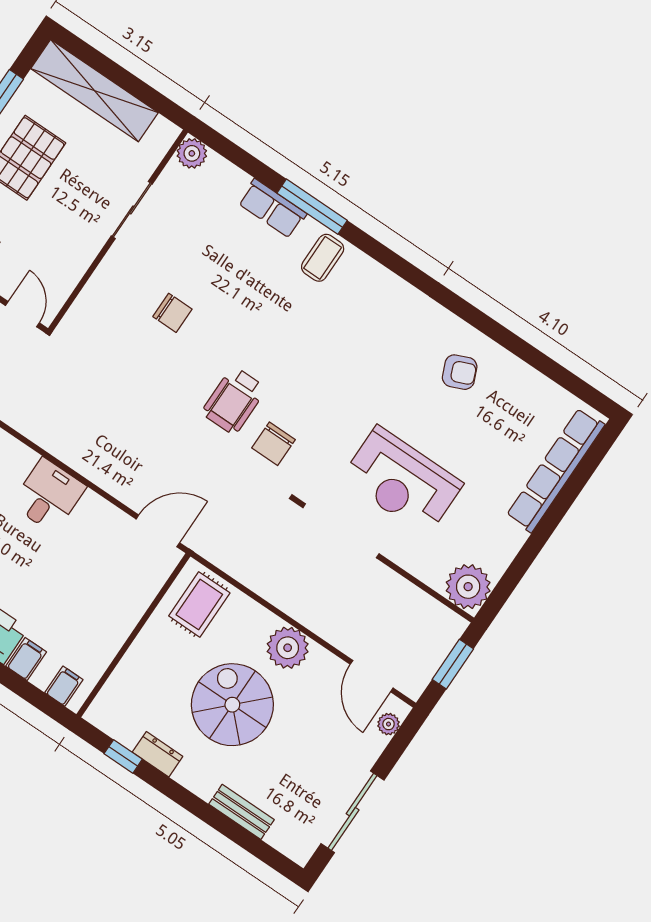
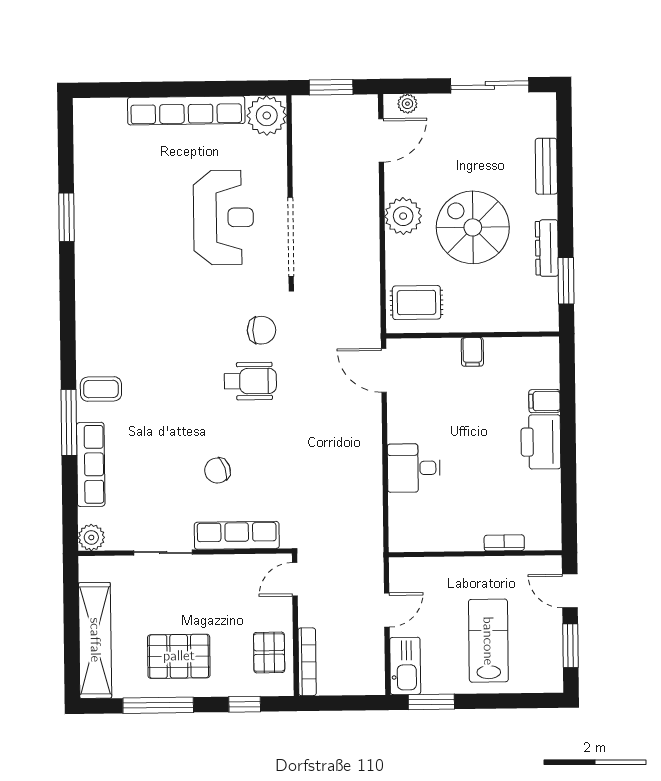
row of seats: (272, 208) -> (91, 464), width x1.48
row of seats: (100, 289) -> (237, 535), added
chair: (172, 313) -> (217, 470), turned -109
window: (503, 336) -> (66, 217), added
armchair: (460, 372) -> (115, 231), removed
row of seats: (555, 470) -> (186, 110), moved
filing cabinet: (64, 686) -> (472, 352), moved, turned -90
spiral stairs: (232, 705) -> (473, 227), turned 90
dresser: (158, 754) -> (547, 248), width x1.44
window: (123, 756) -> (566, 281), width x1.50

